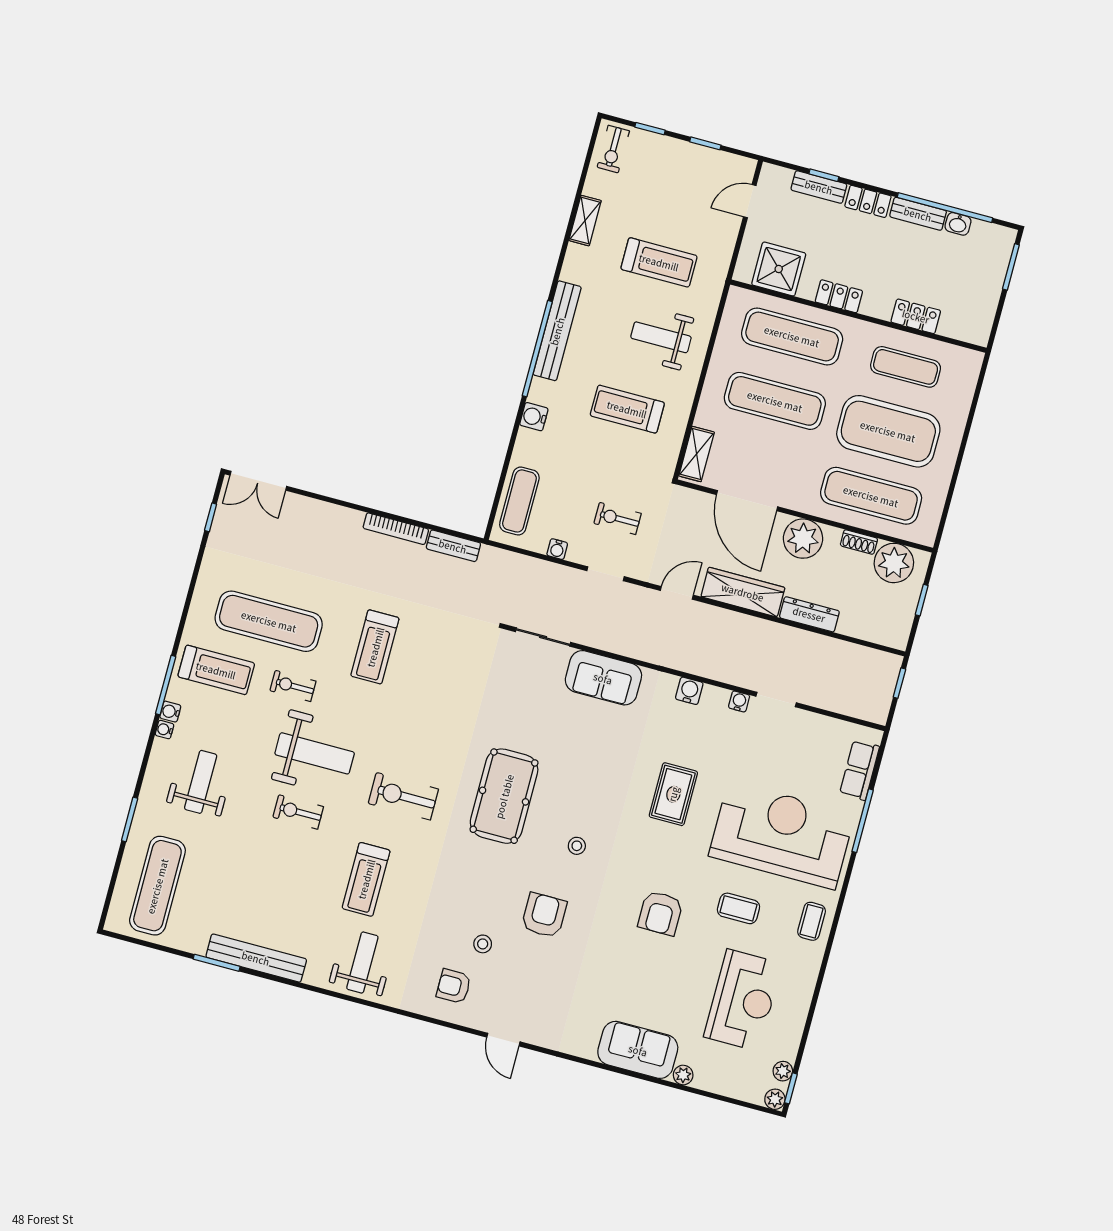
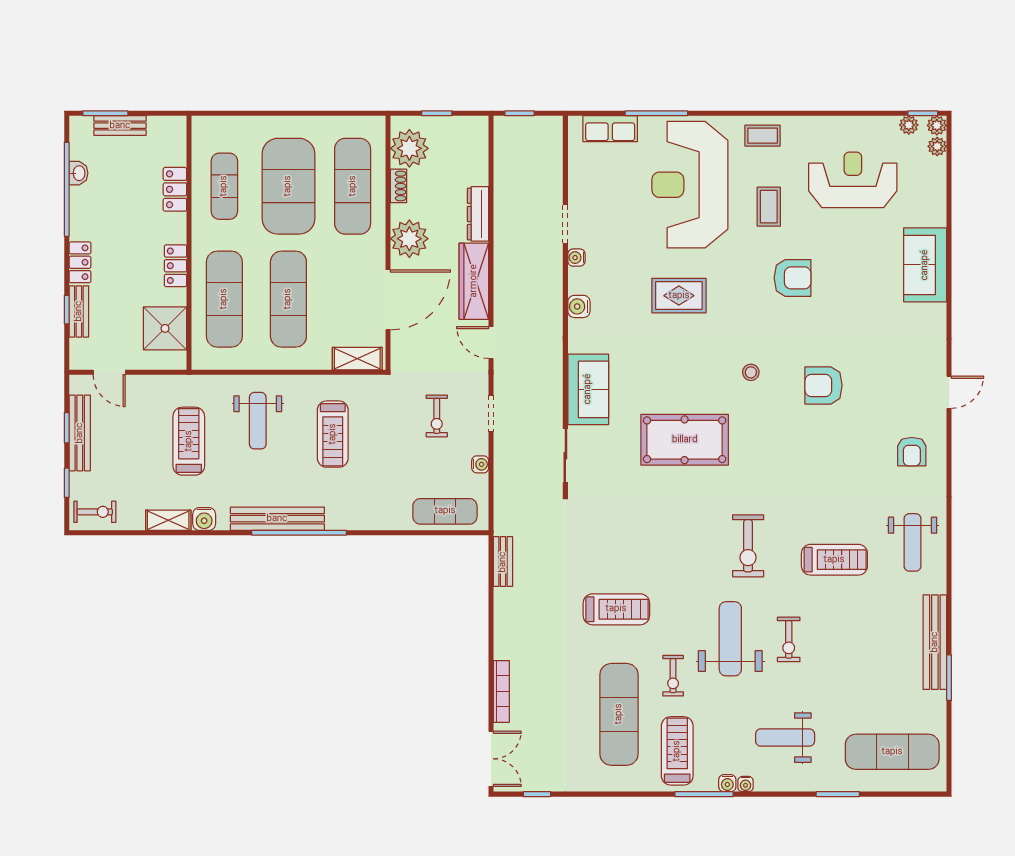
bench: (697, 155) -> (80, 433), added
bench: (918, 214) -> (120, 126), moved, turned 90
water cooler: (534, 417) -> (204, 519), moved
bookcase: (396, 529) -> (501, 691), moved
pool table: (504, 796) -> (685, 440), moved
stool: (483, 944) -> (865, 435), removed
weight bench: (362, 963) -> (913, 542), turned -90
plant: (683, 1075) -> (937, 146), moved

